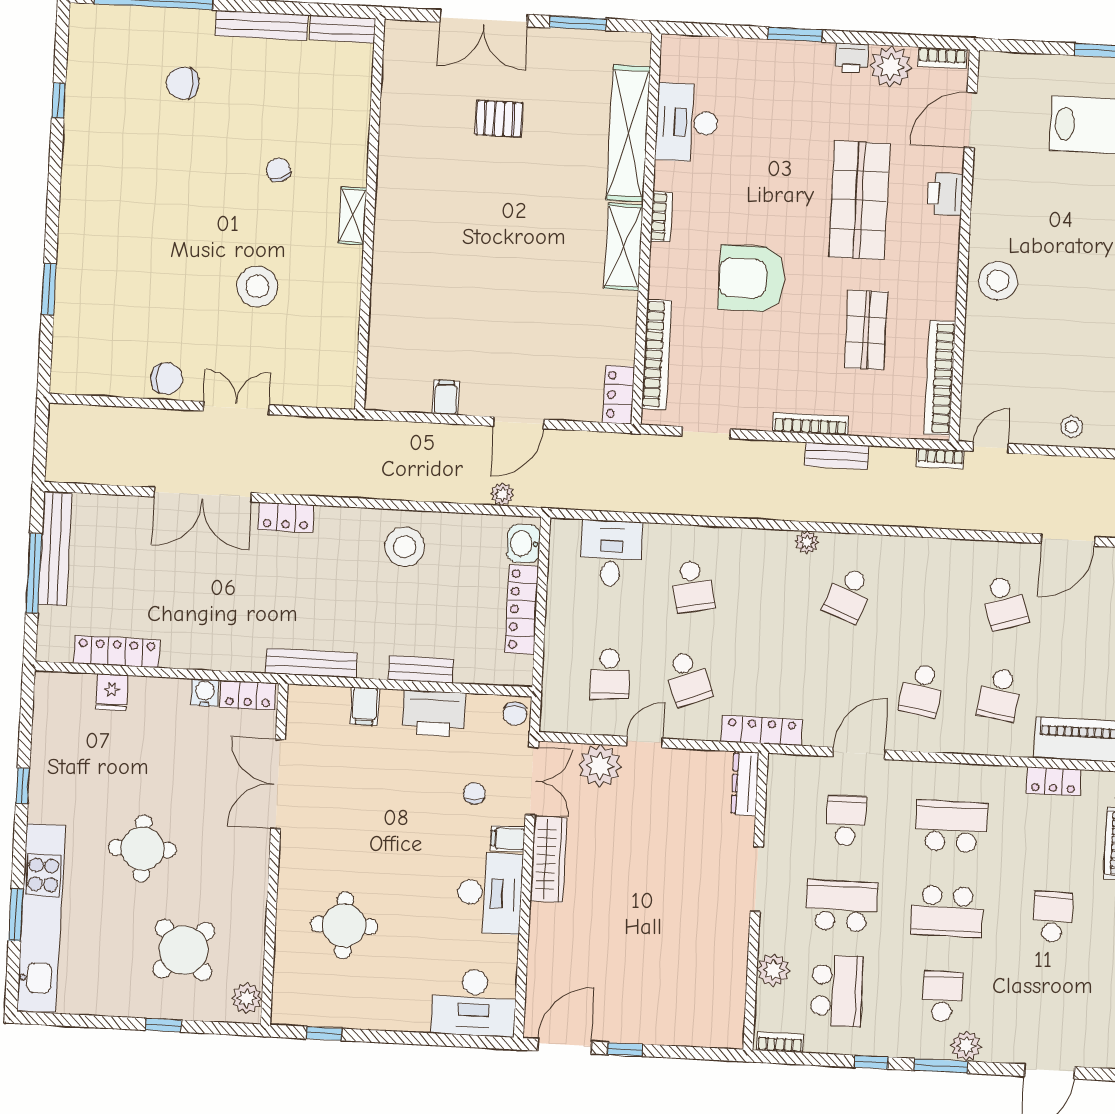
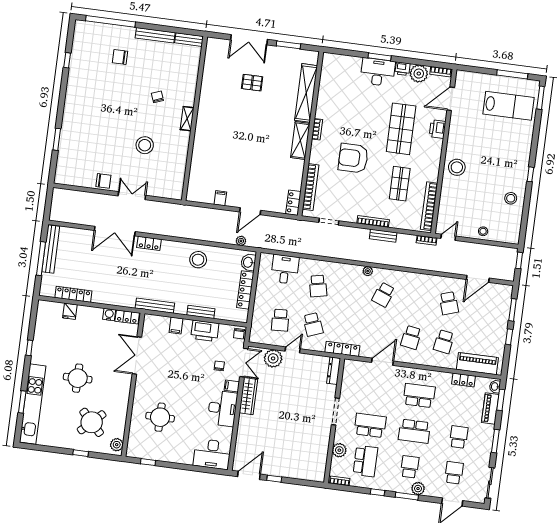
desk: (687, 123) -> (378, 72), moved, turned 90
school desk: (846, 821) -> (454, 473), moved

